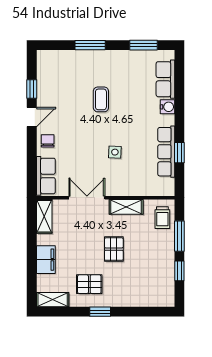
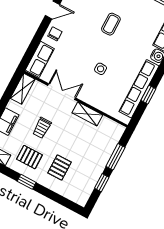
row of seats: (166, 152) -> (139, 89), width x1.36
trolley: (162, 218) -> (42, 128), moved
pallet: (114, 249) -> (60, 167), moved

